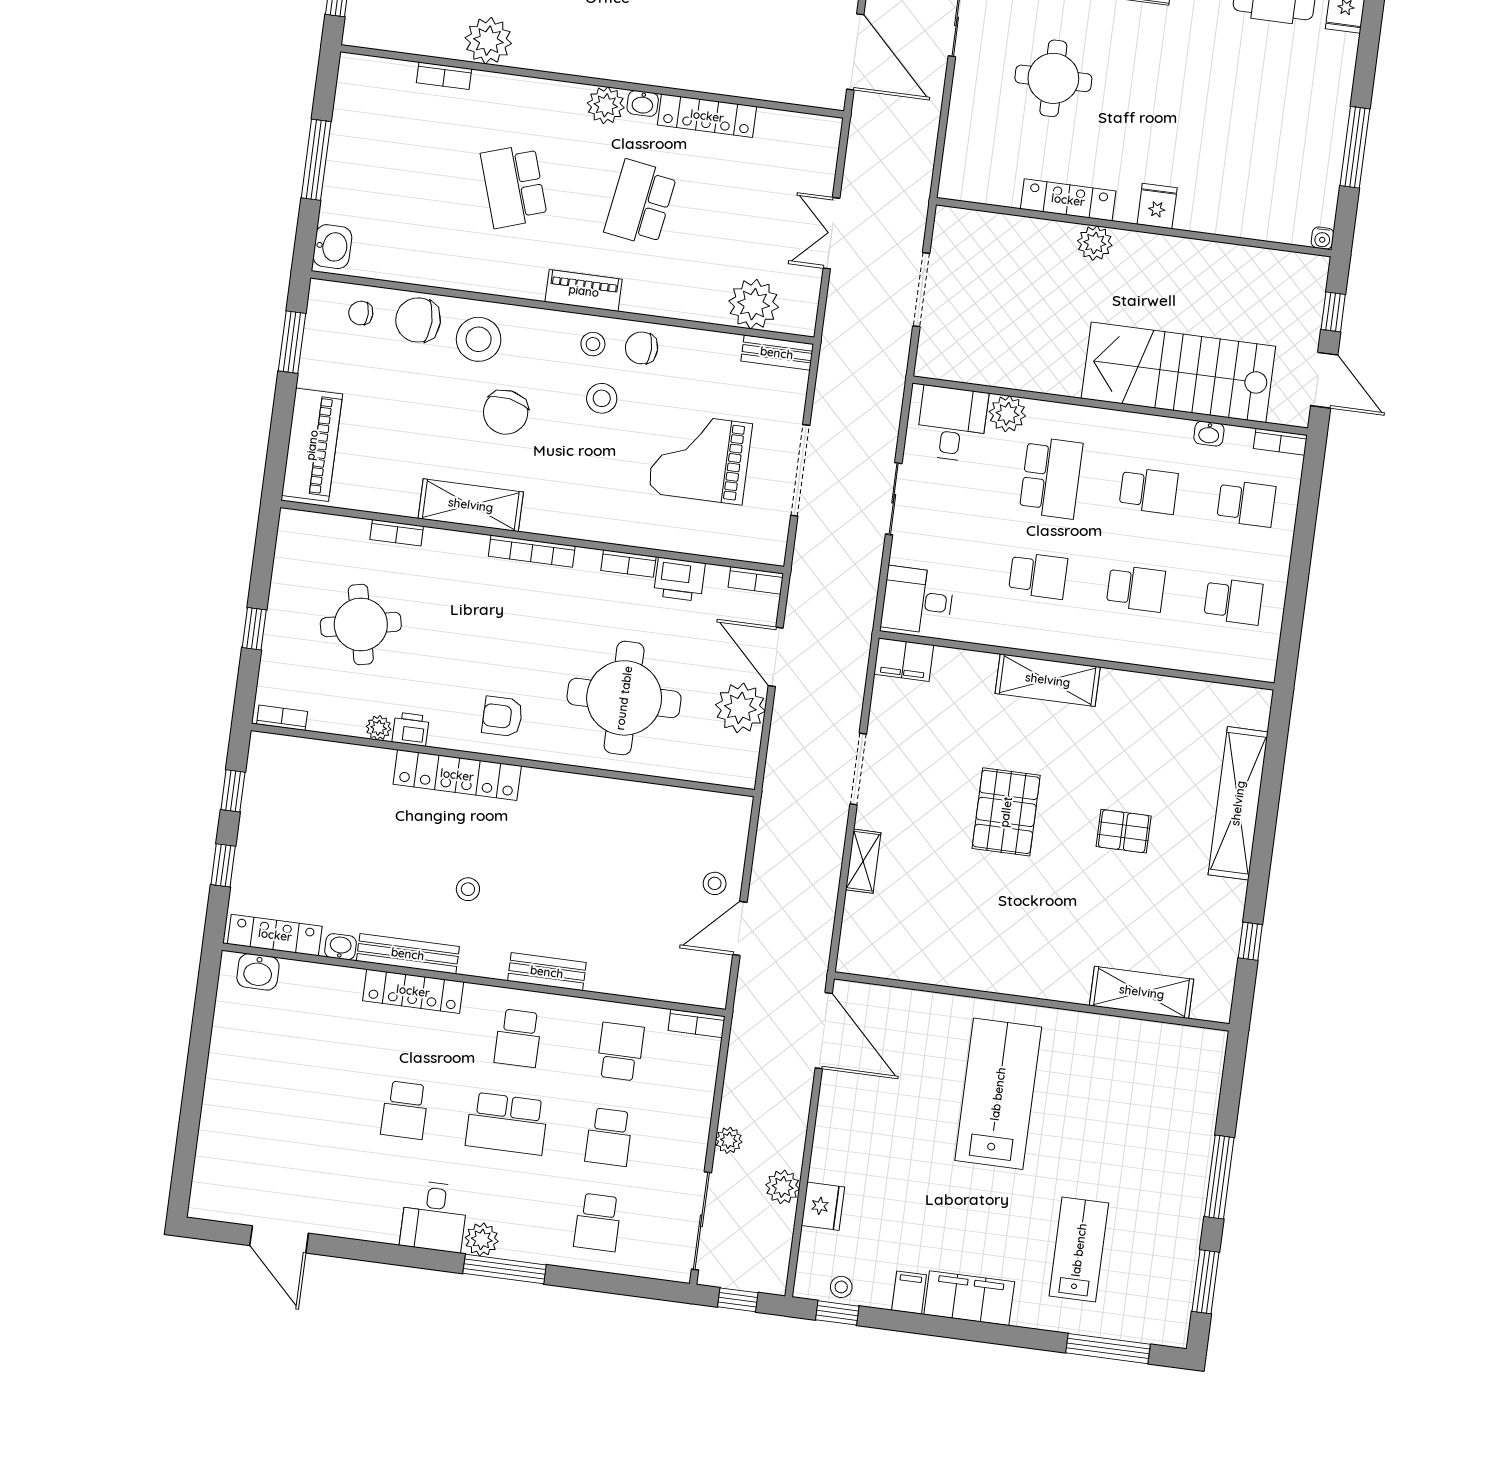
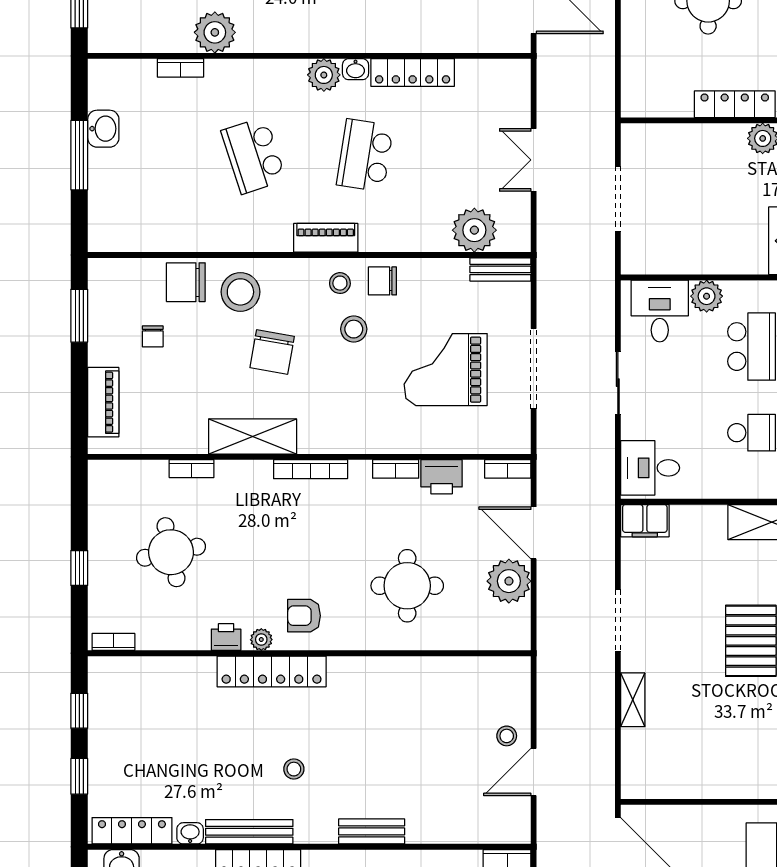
washbasin: (332, 247) -> (103, 129), moved
chair: (361, 313) -> (153, 336), moved, turned -90
piano: (312, 445) -> (103, 402), width x0.73, depth x0.75
round table: (624, 698) -> (407, 586), width x0.73, depth x0.73
plant: (379, 728) -> (261, 640), moved

